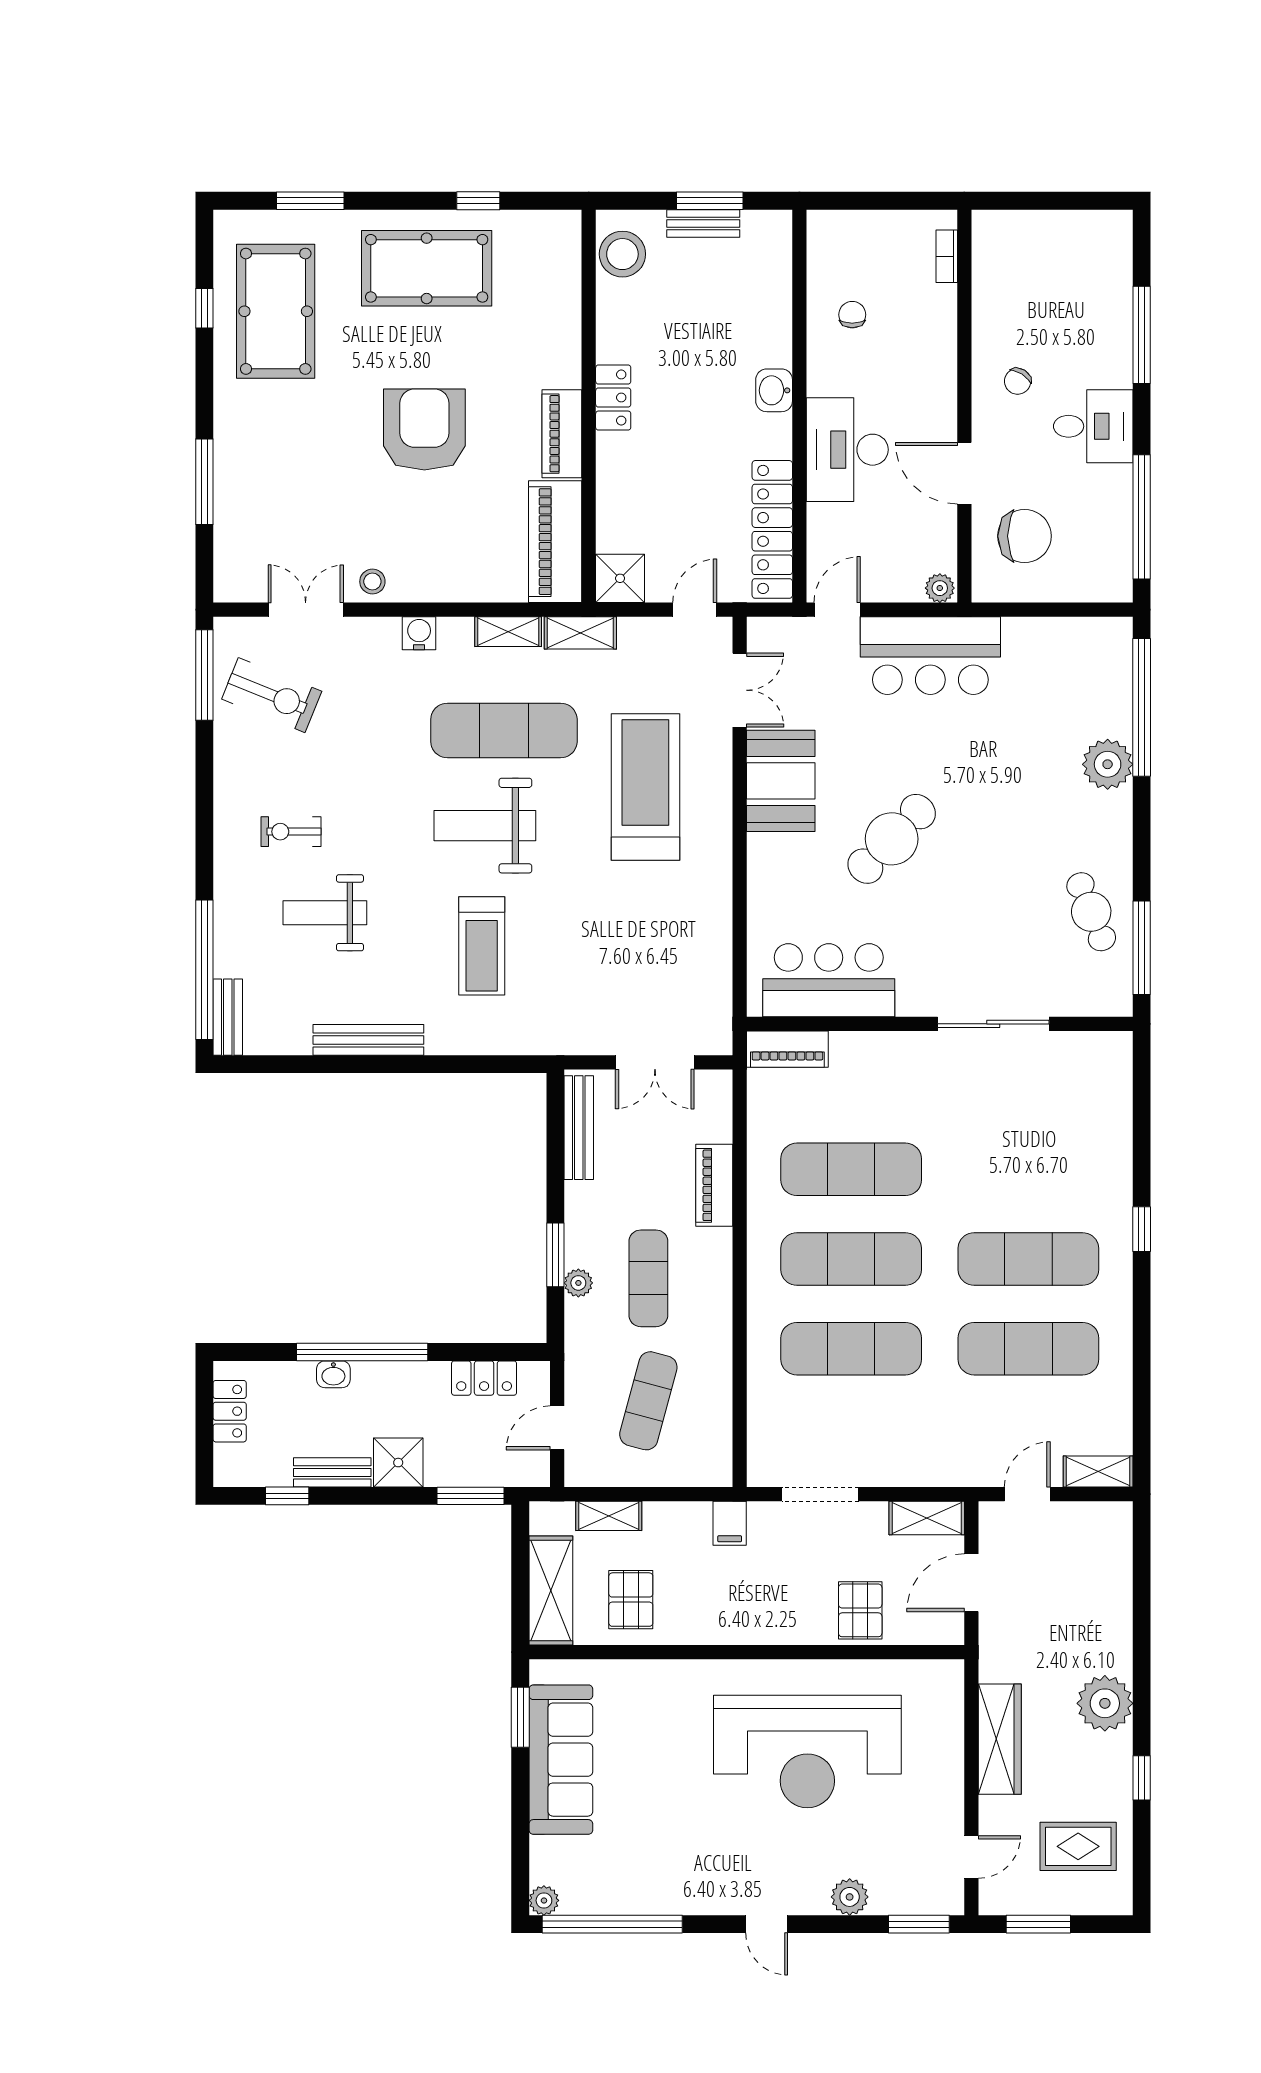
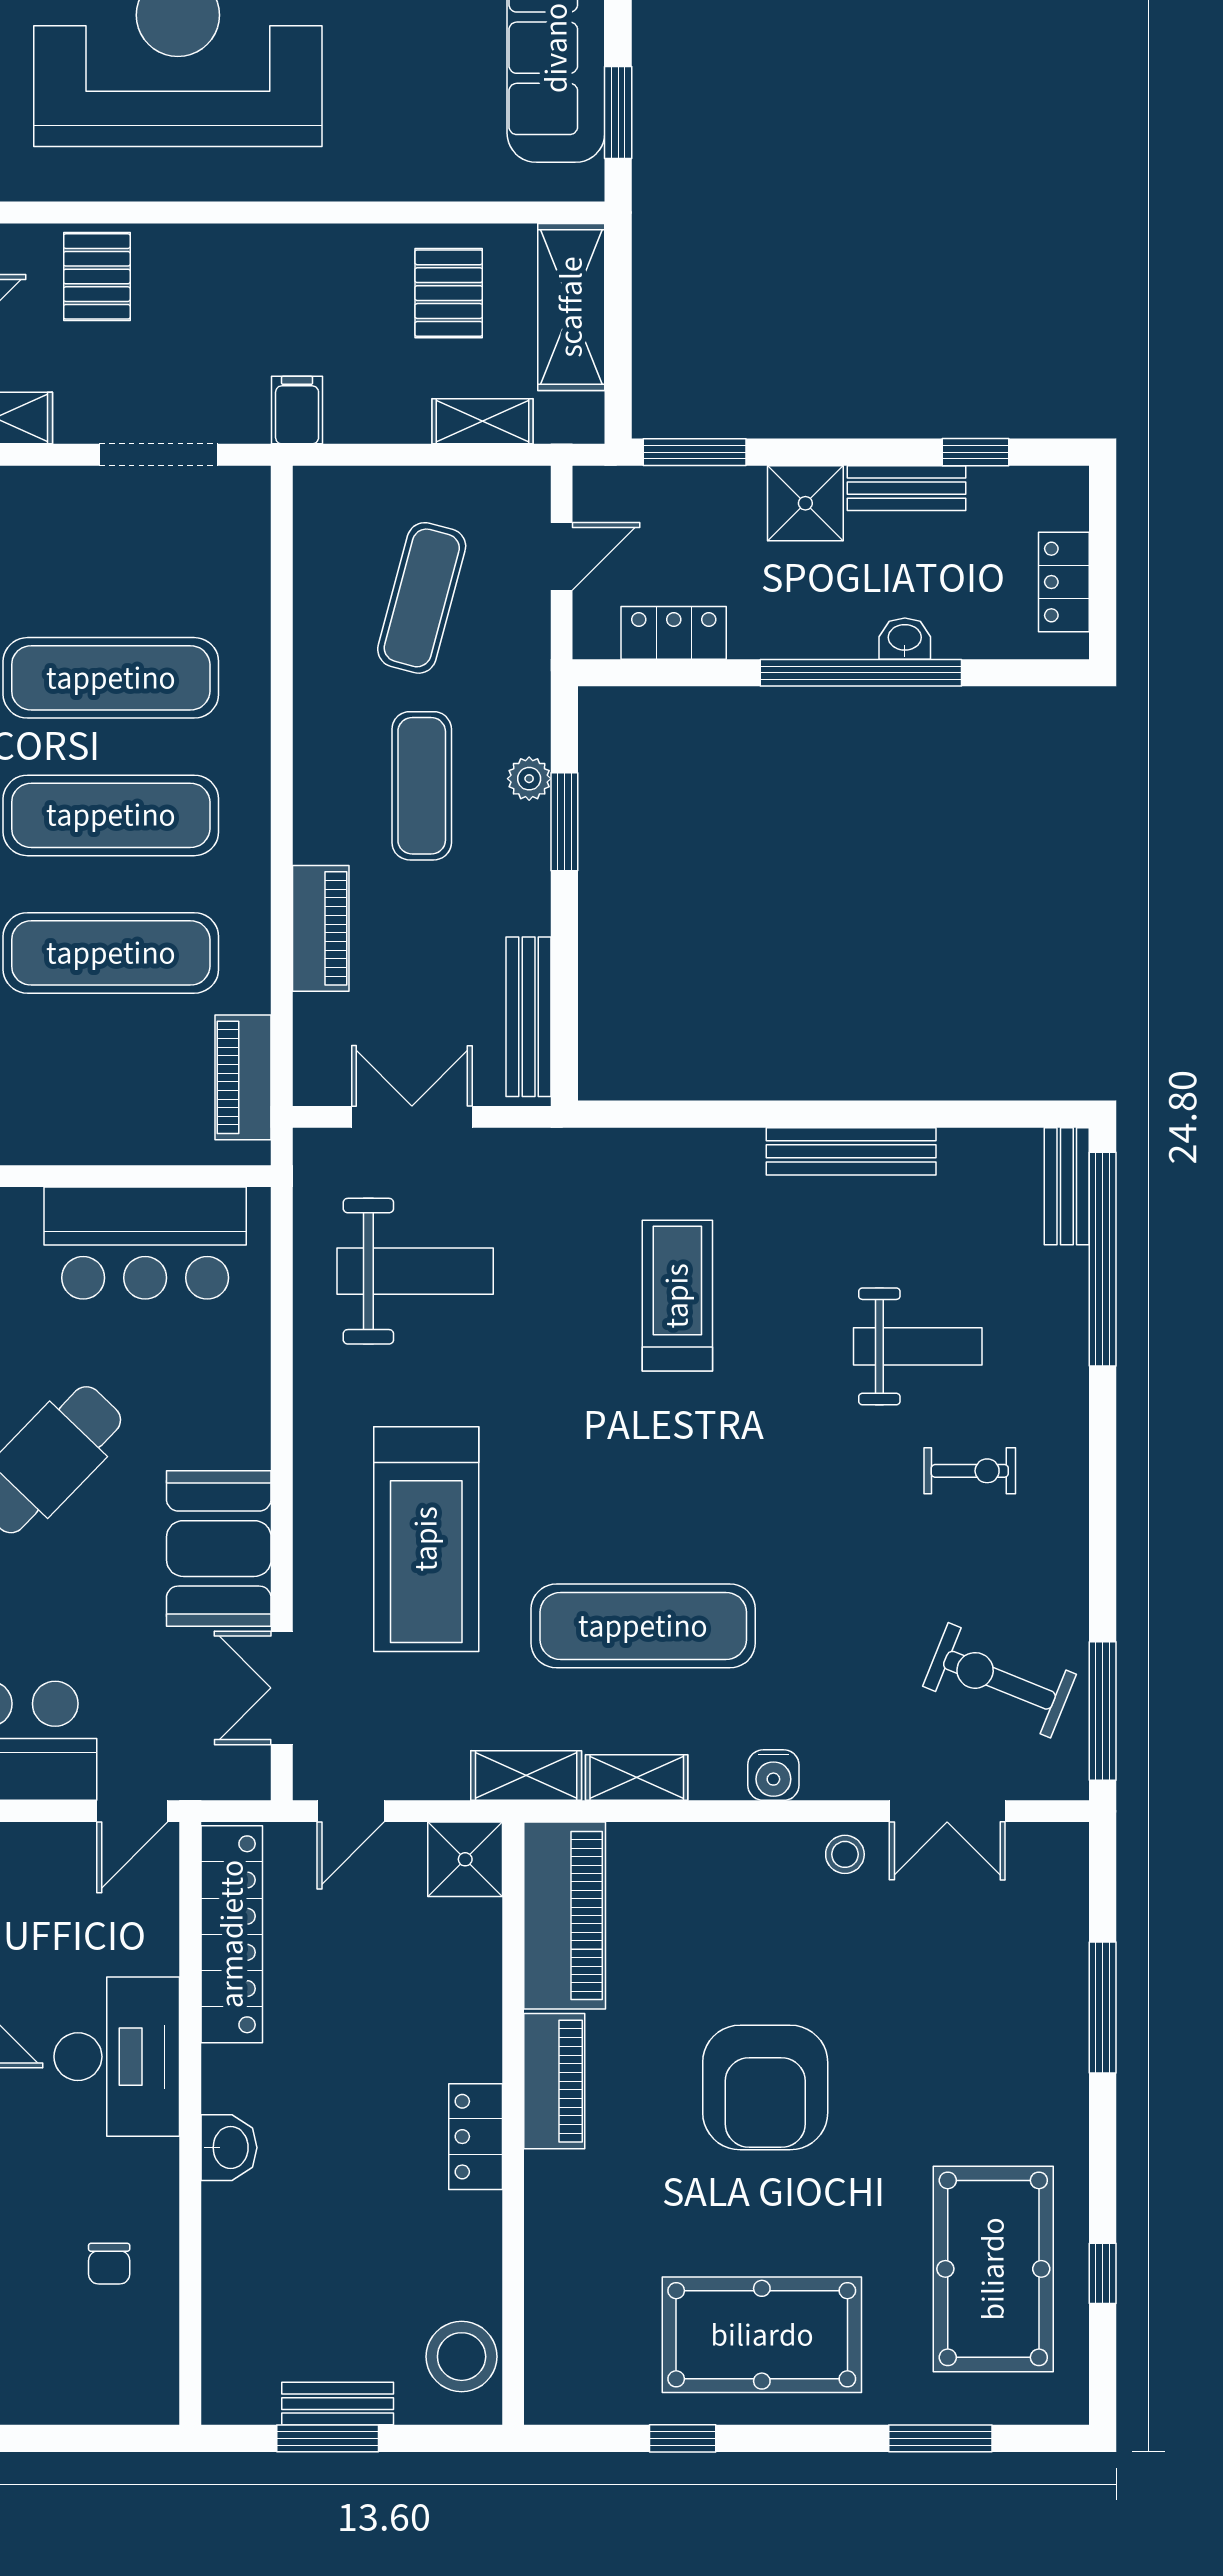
weight bench: (485, 826) -> (415, 1271), moved
piano: (787, 1049) -> (243, 1077), moved, turned -90

